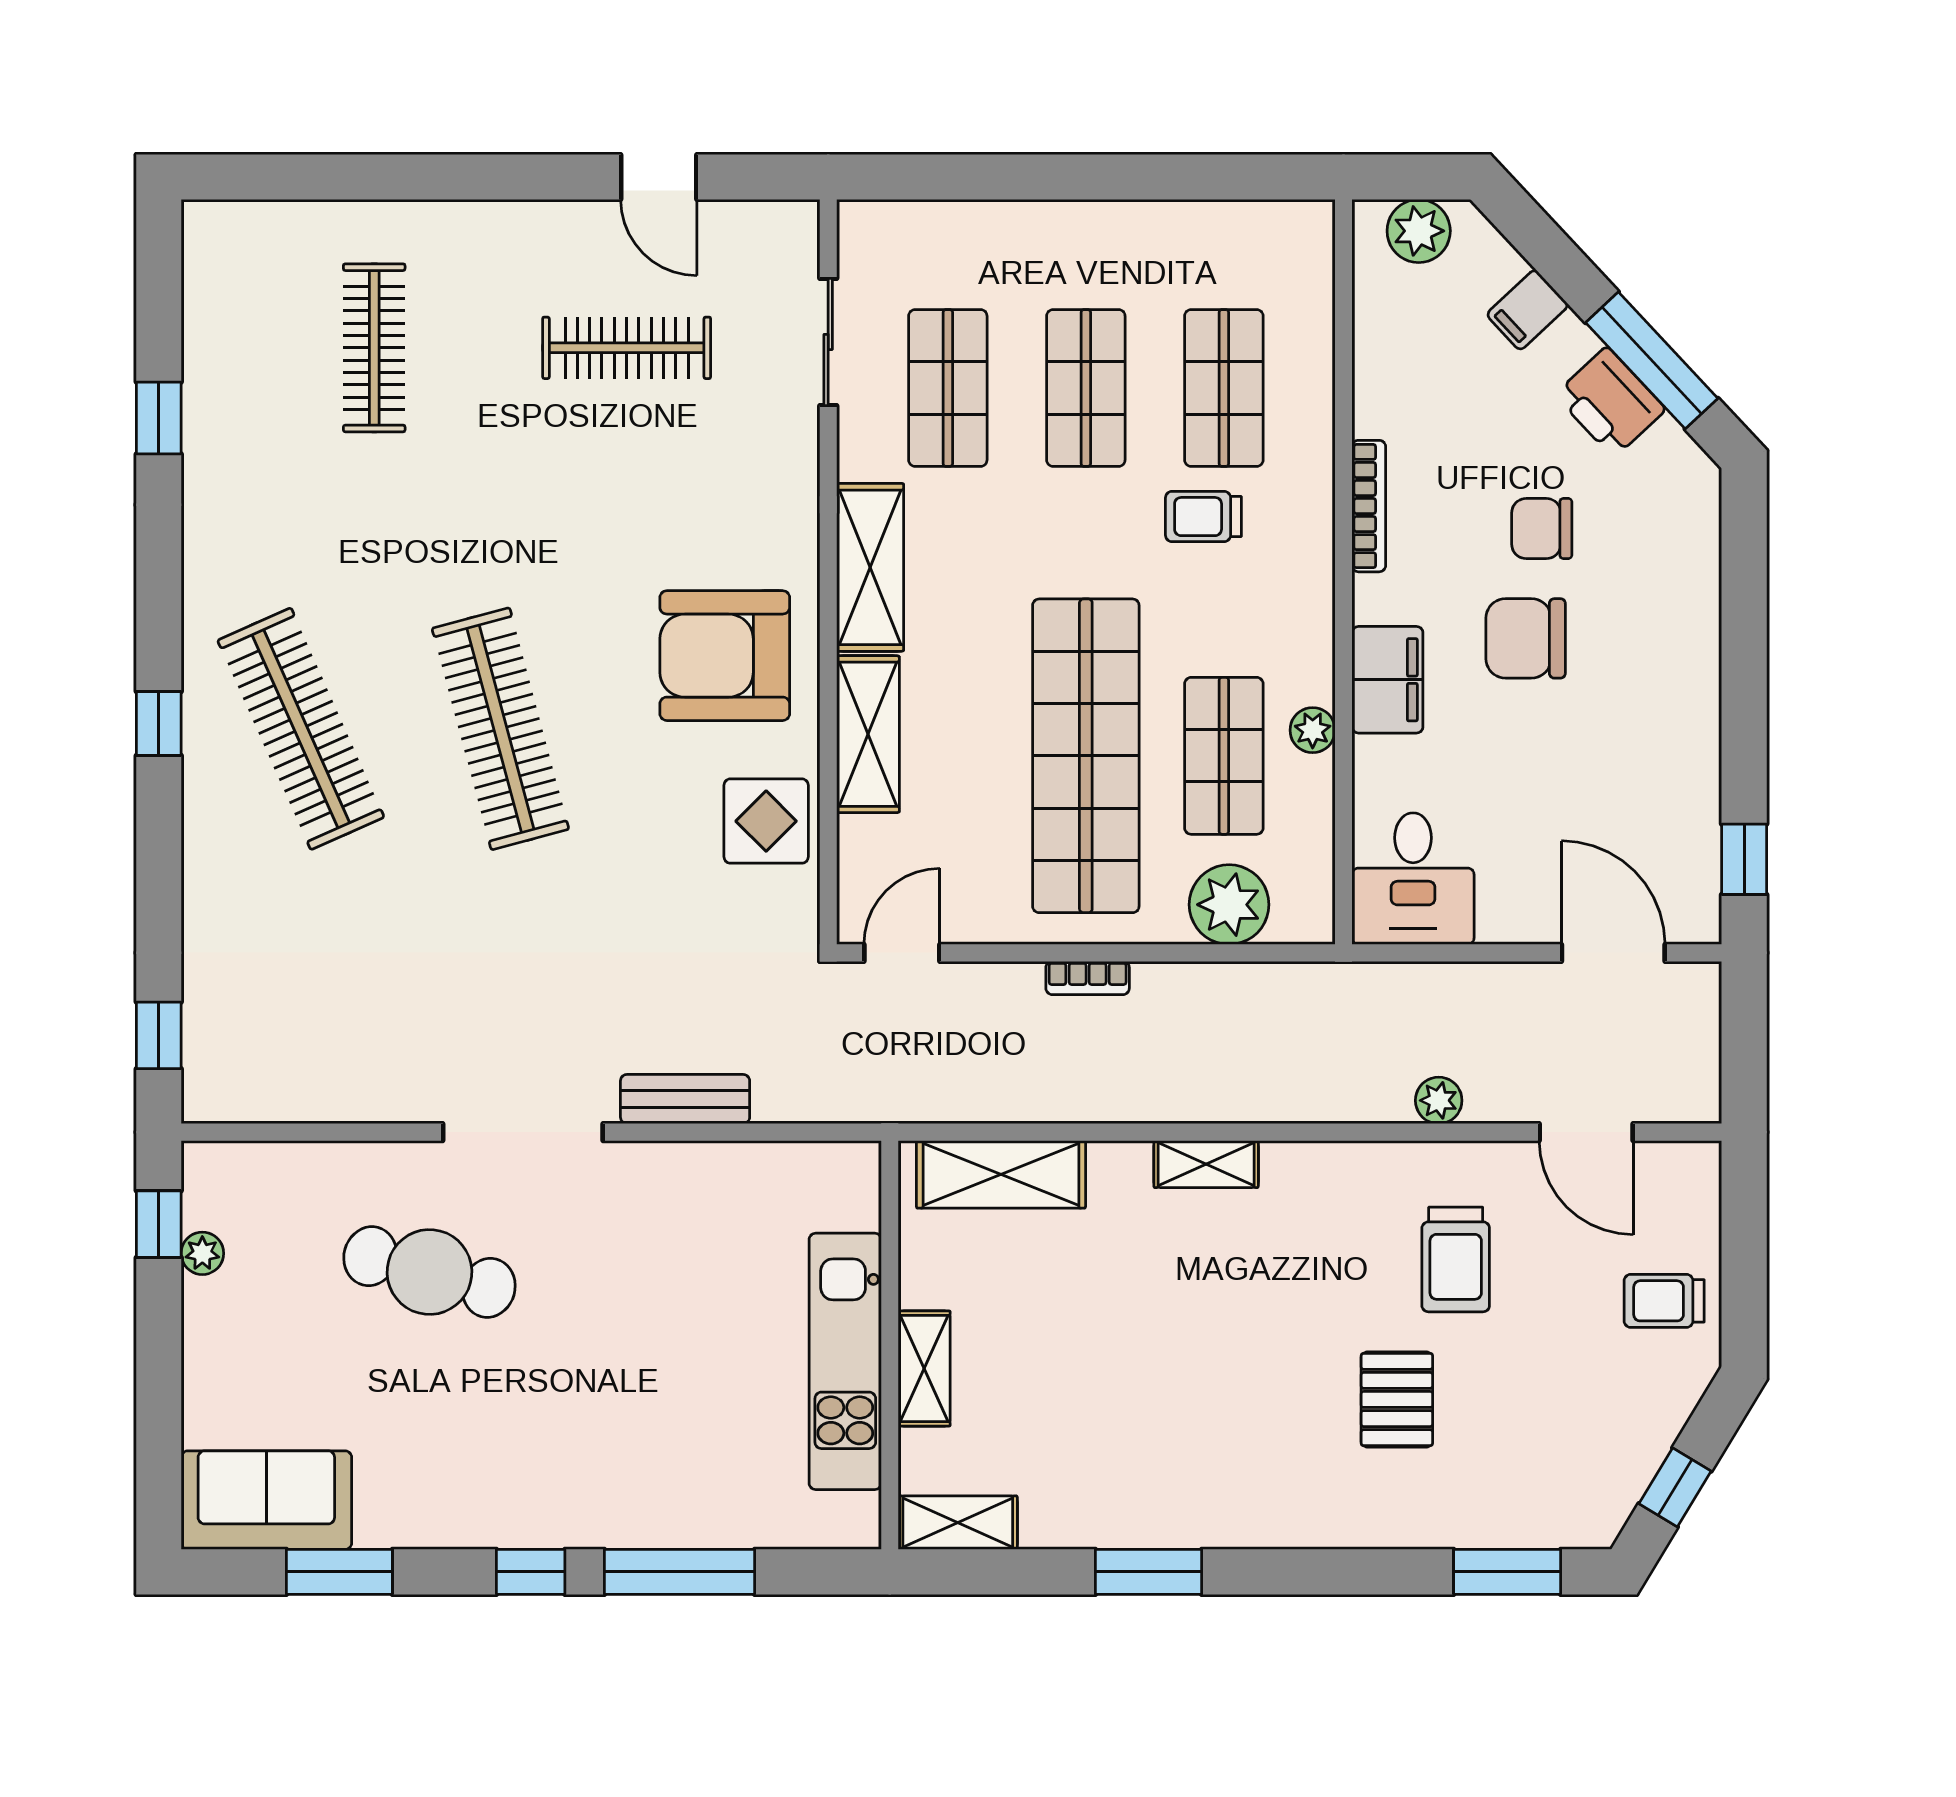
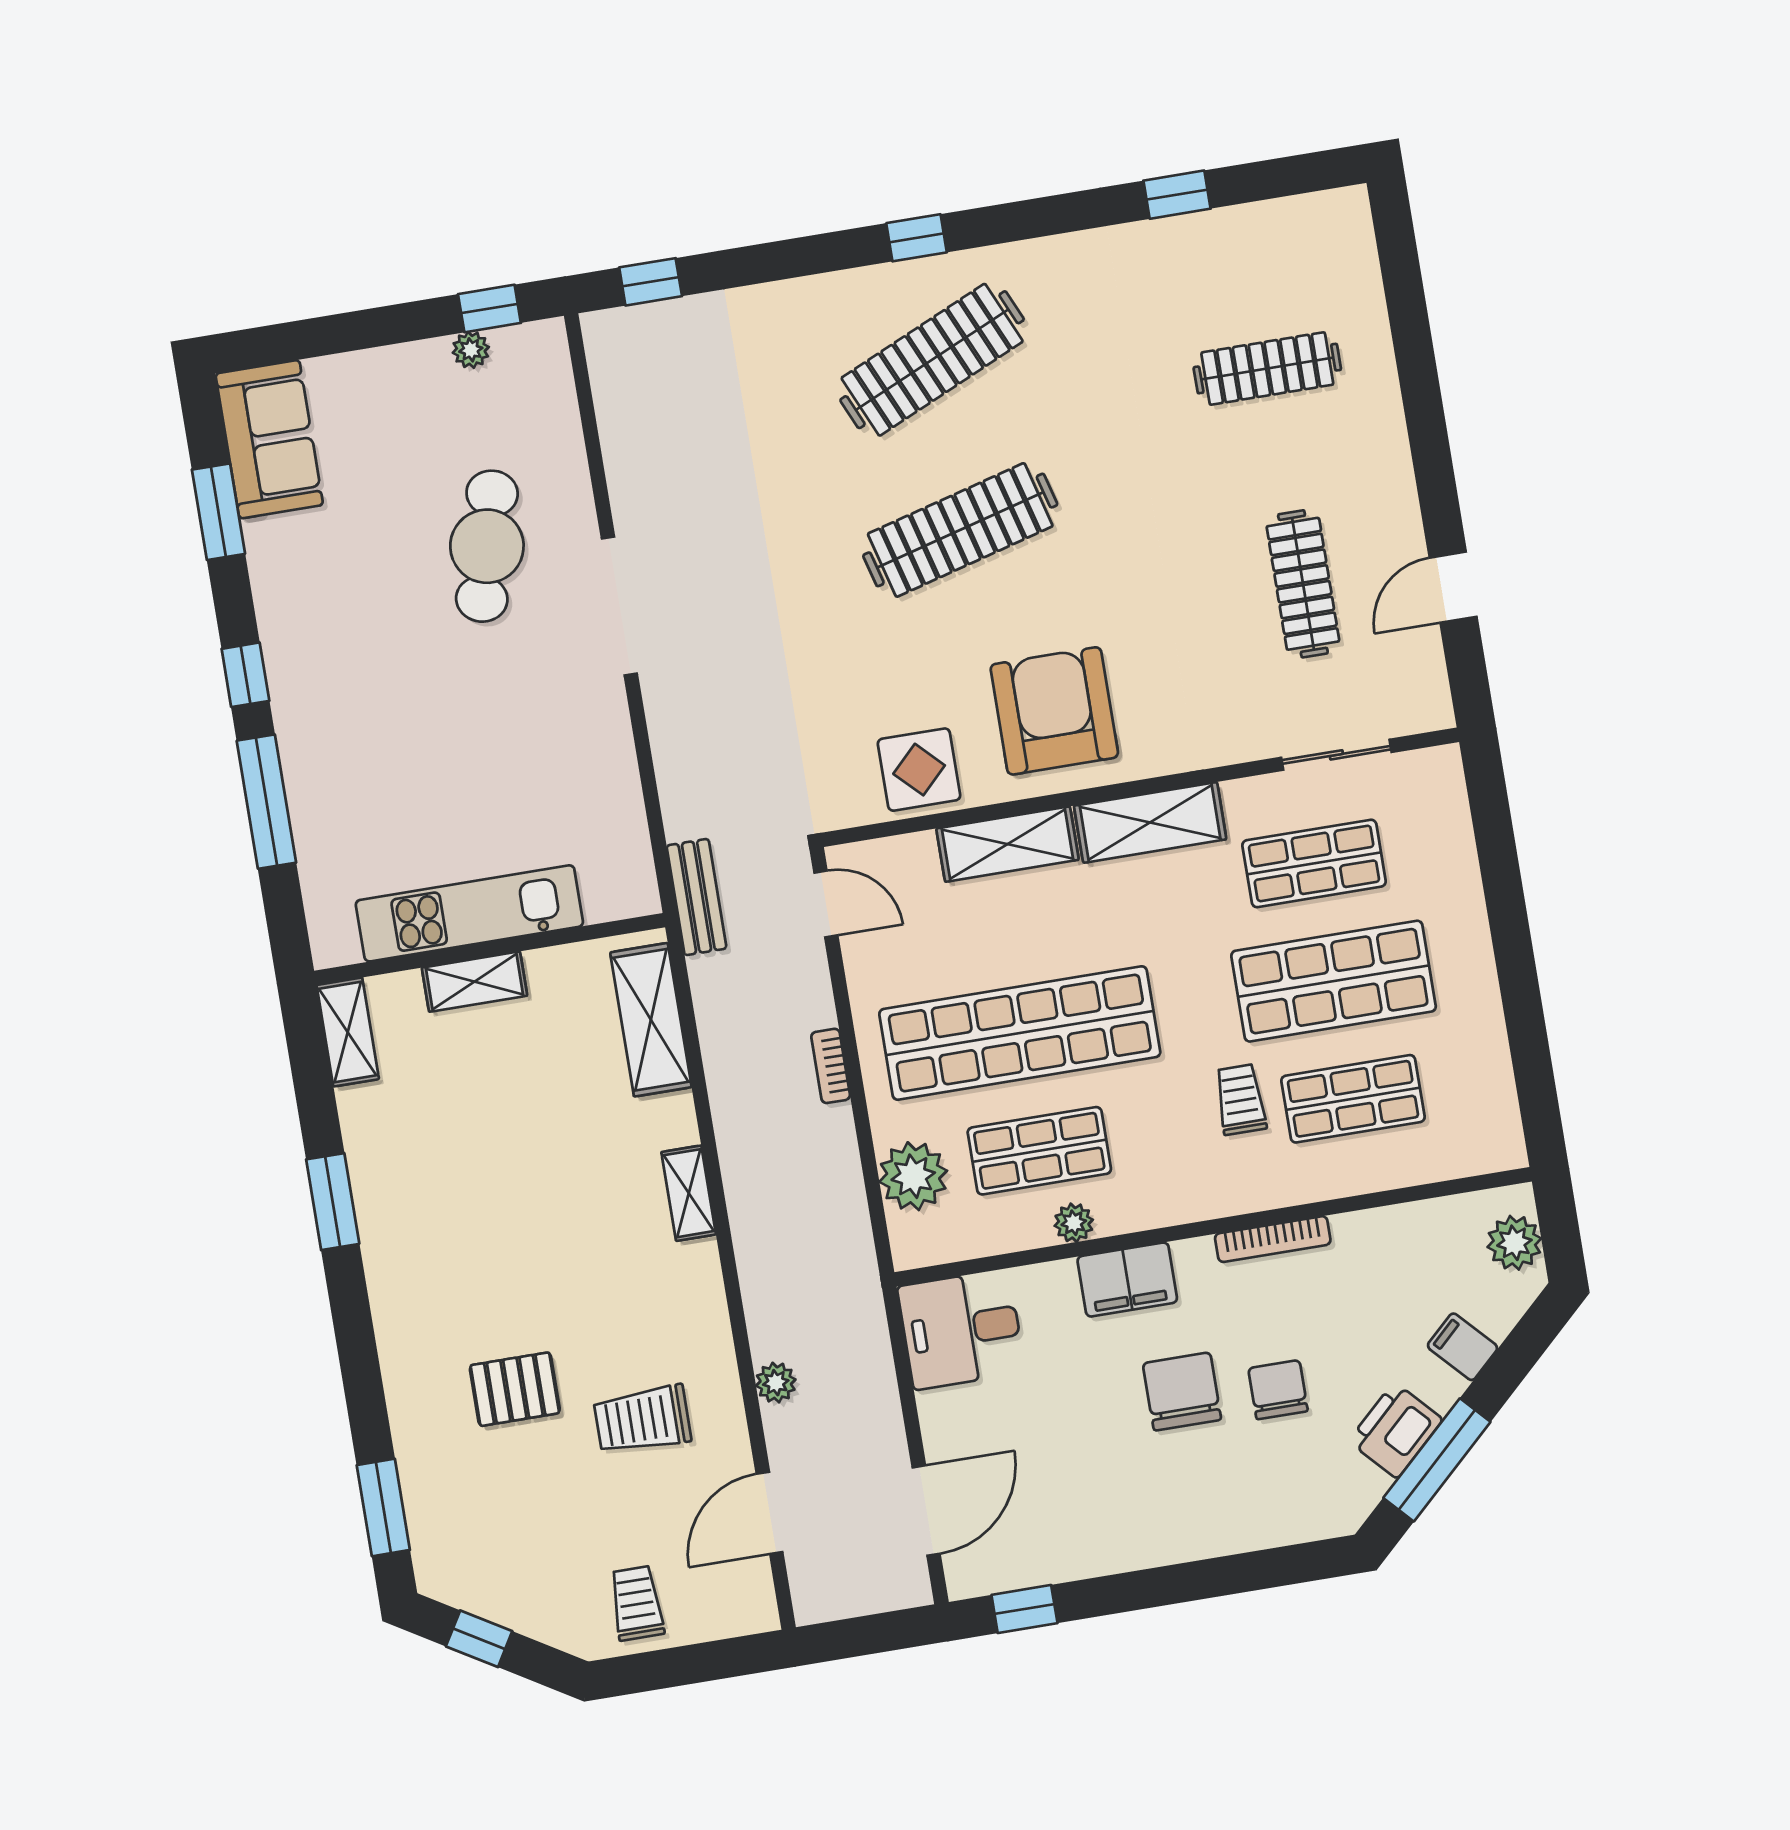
shop shelf: (1086, 388) -> (1334, 981), width x1.43, depth x1.36
bench: (685, 1099) -> (697, 897), moved

